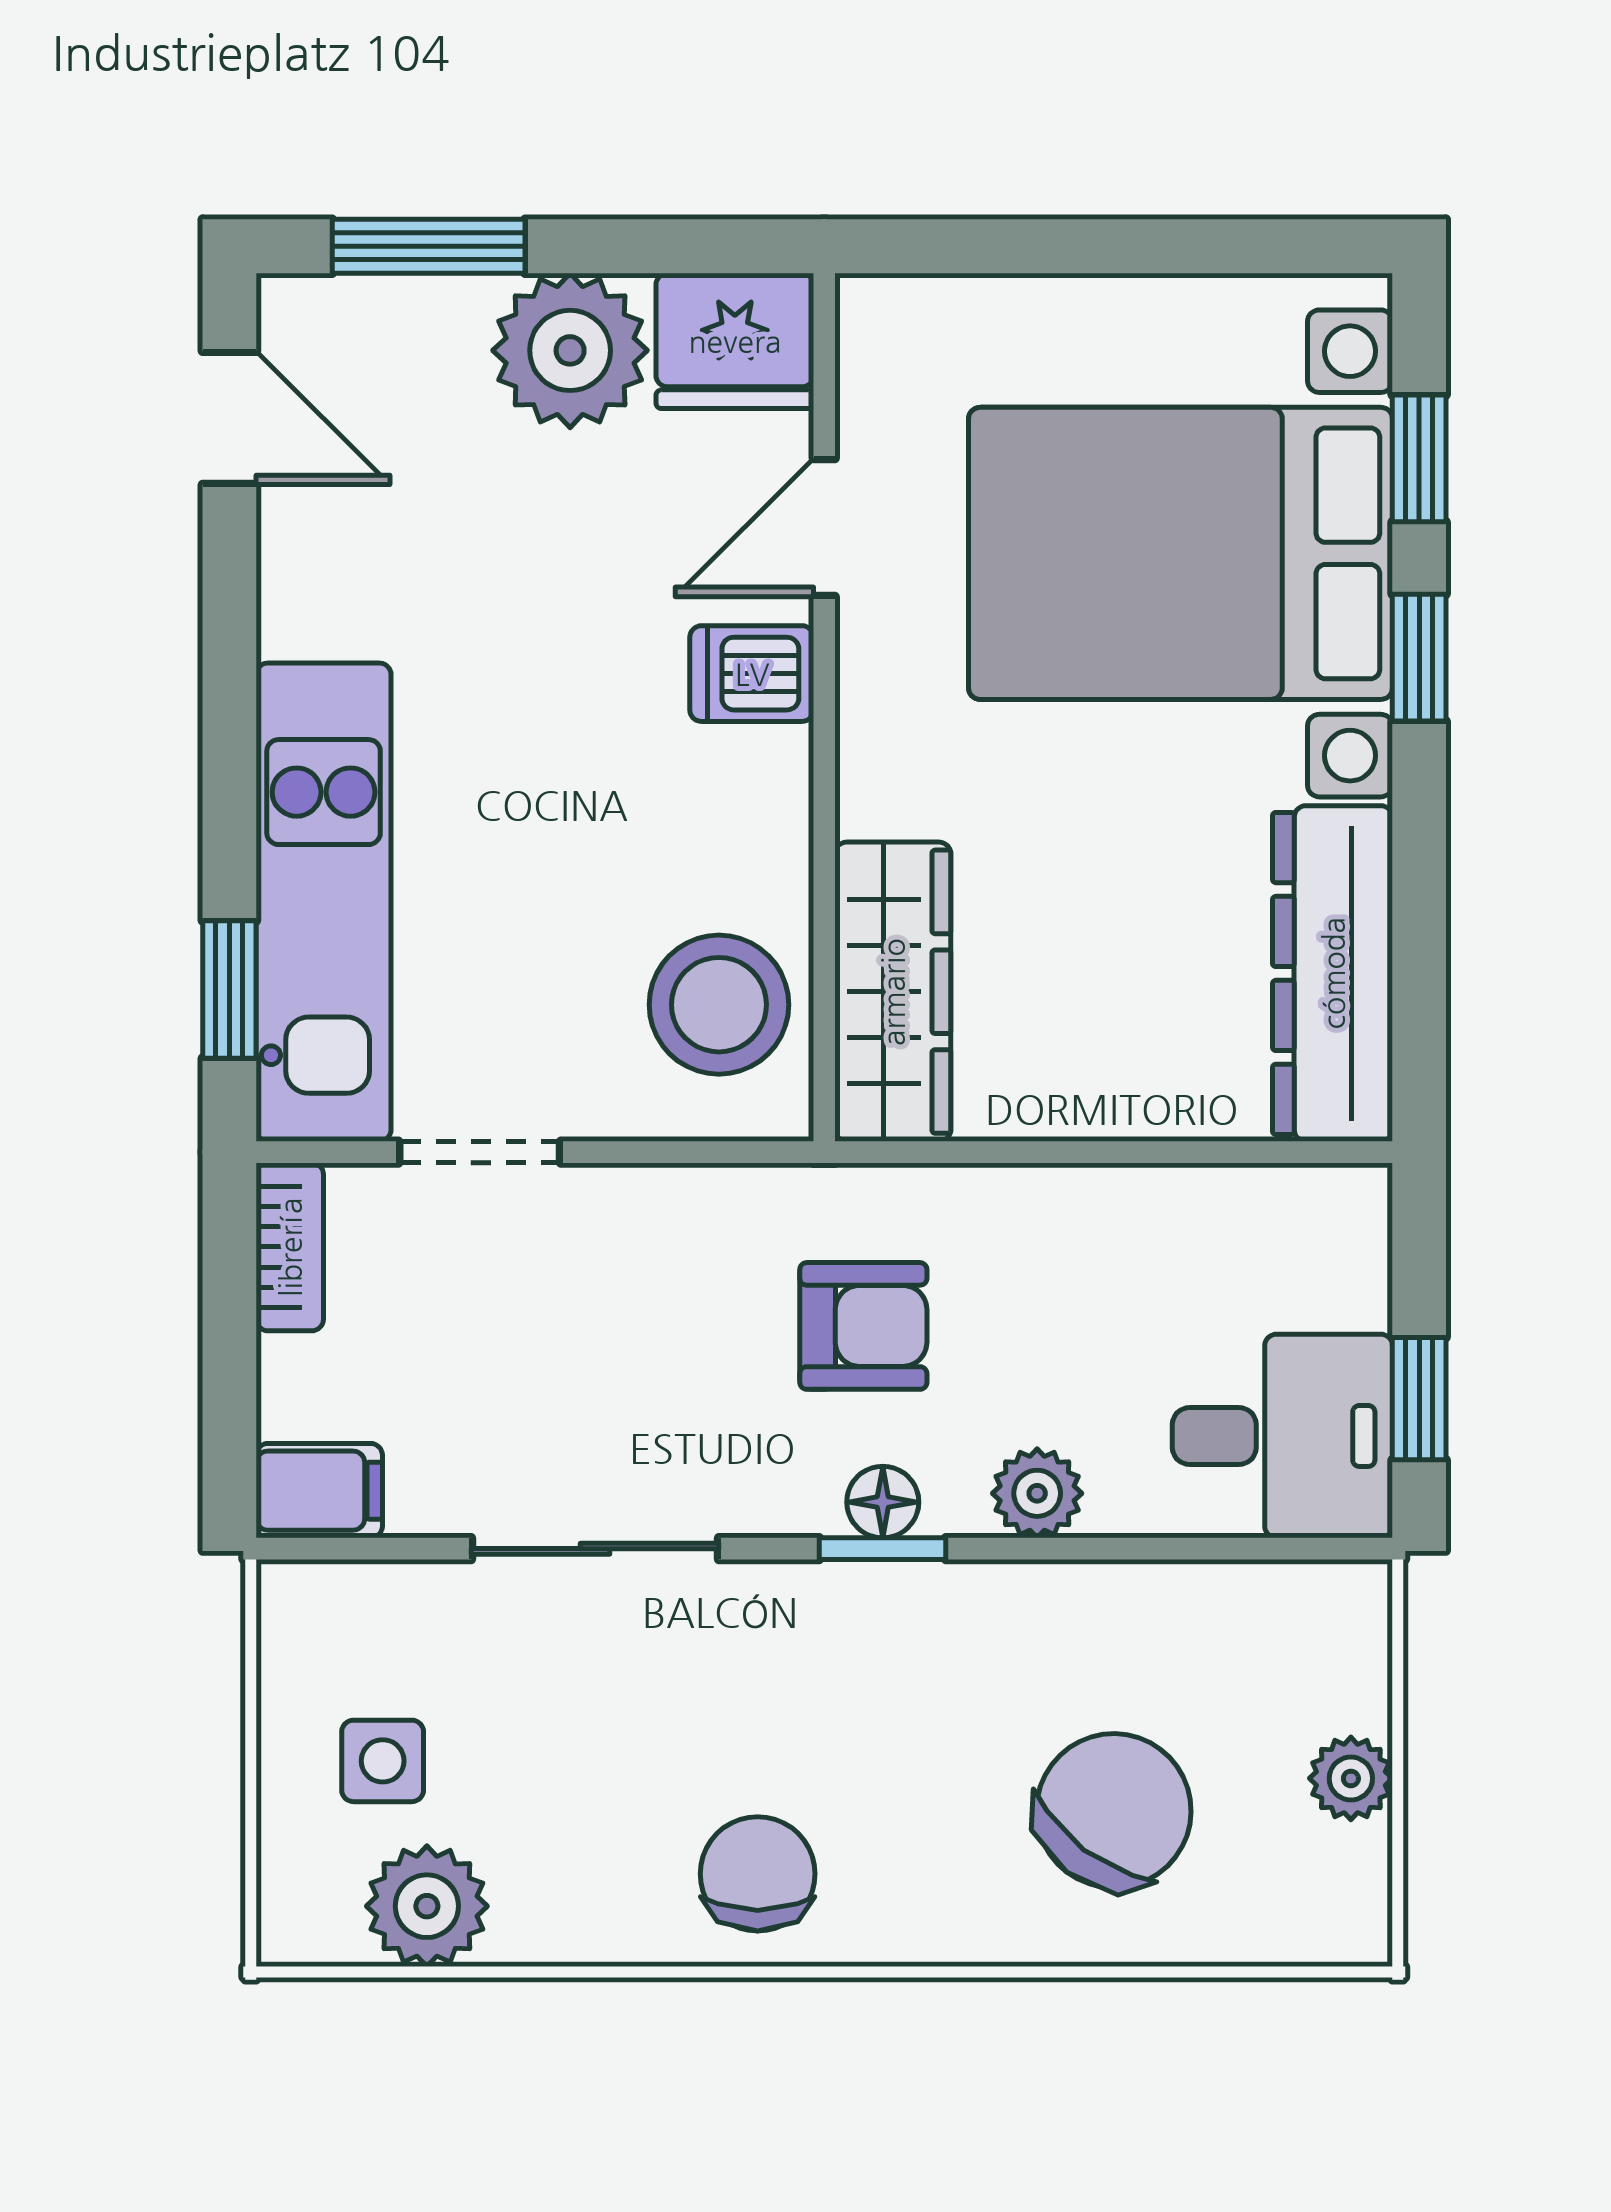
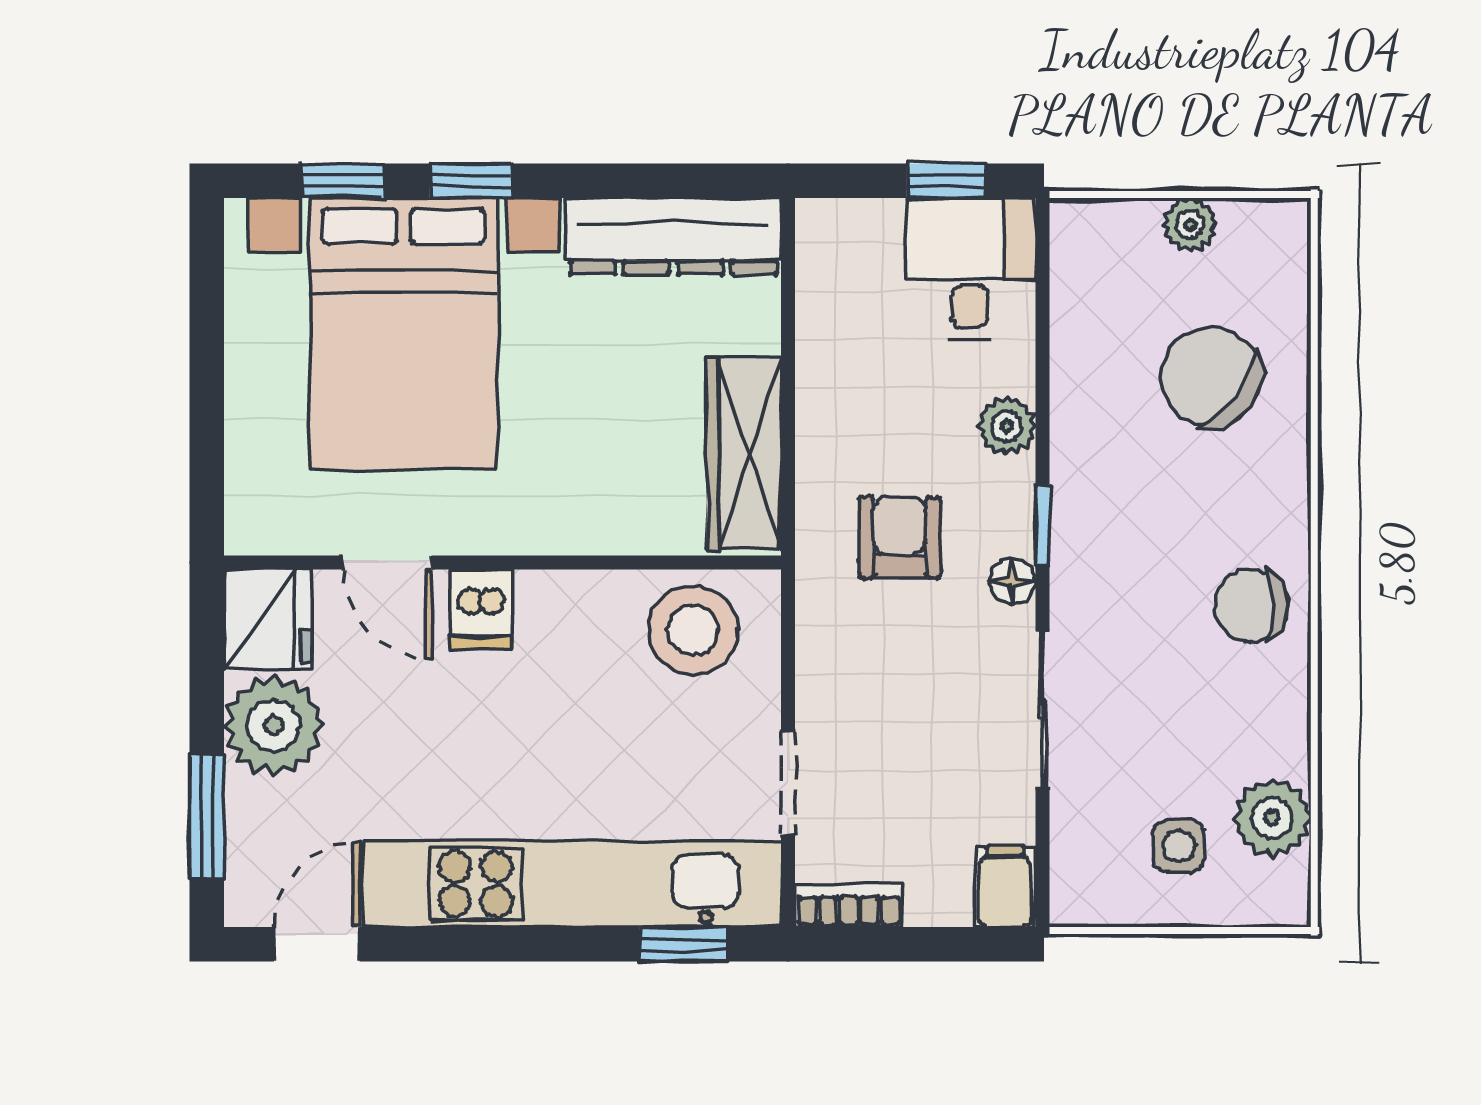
kitchen unit: (324, 902) -> (572, 884), width x1.36
wardrobe: (893, 992) -> (744, 454), moved, turned -90
floor lamp: (883, 1502) -> (1013, 581), moved

